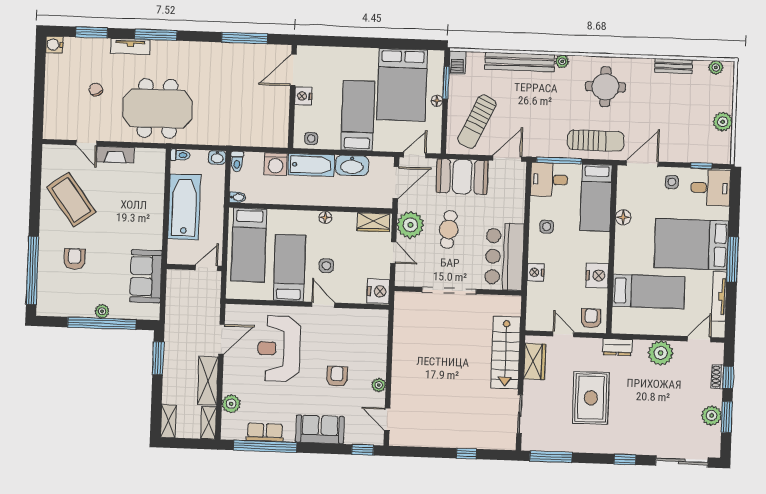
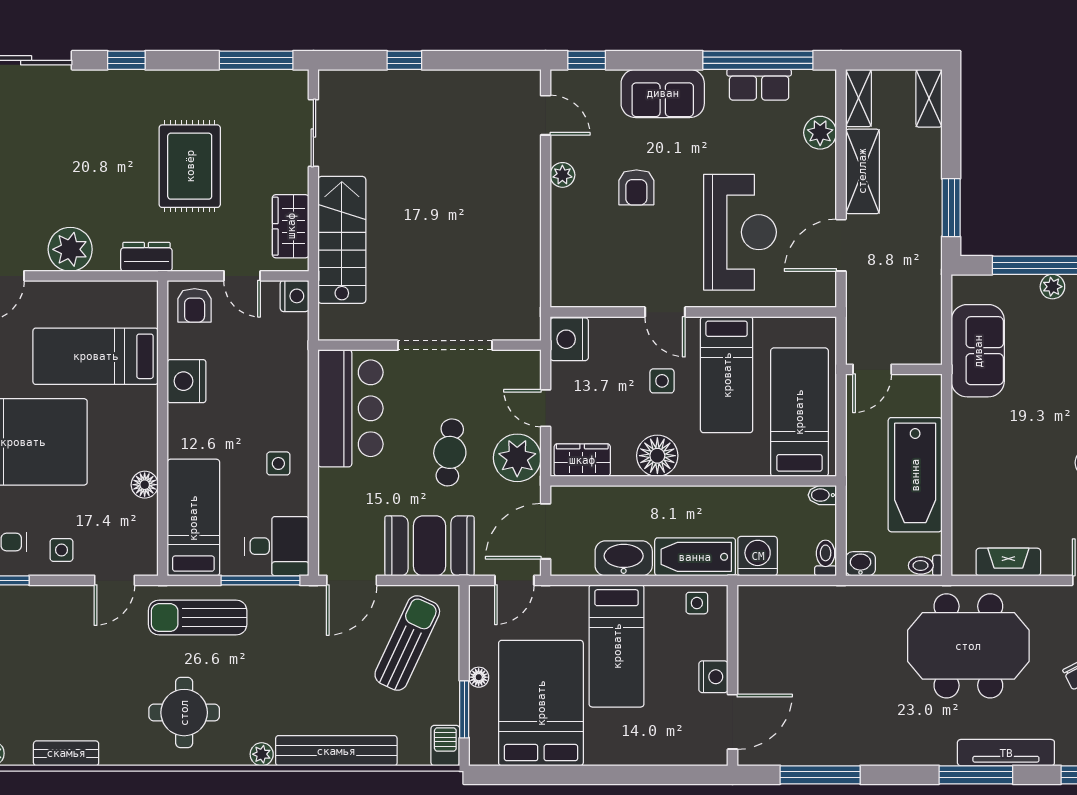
tv unit: (130, 47) -> (1006, 753), width x1.41
fireplace: (115, 155) -> (1008, 562), moved
door: (642, 164) -> (115, 580), width x0.73
floor lamp: (325, 217) -> (657, 456), width x1.89, depth x1.89
nightstand: (536, 272) -> (295, 296), moved

